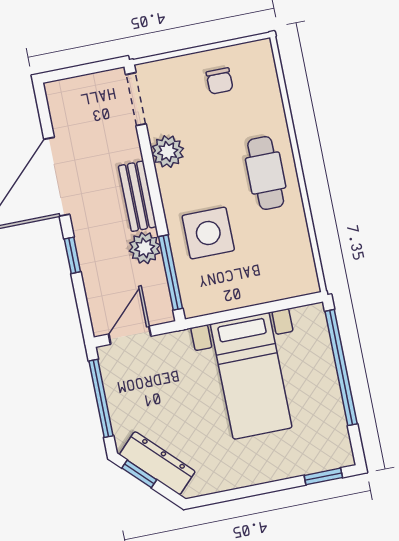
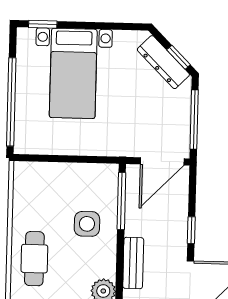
side table: (208, 233) -> (87, 224), width x0.73, depth x0.73
plant: (145, 248) -> (137, 223), removed
door: (130, 335) -> (162, 161), width x1.38
bed with nightstands: (251, 376) -> (73, 73), moved, turned 180

